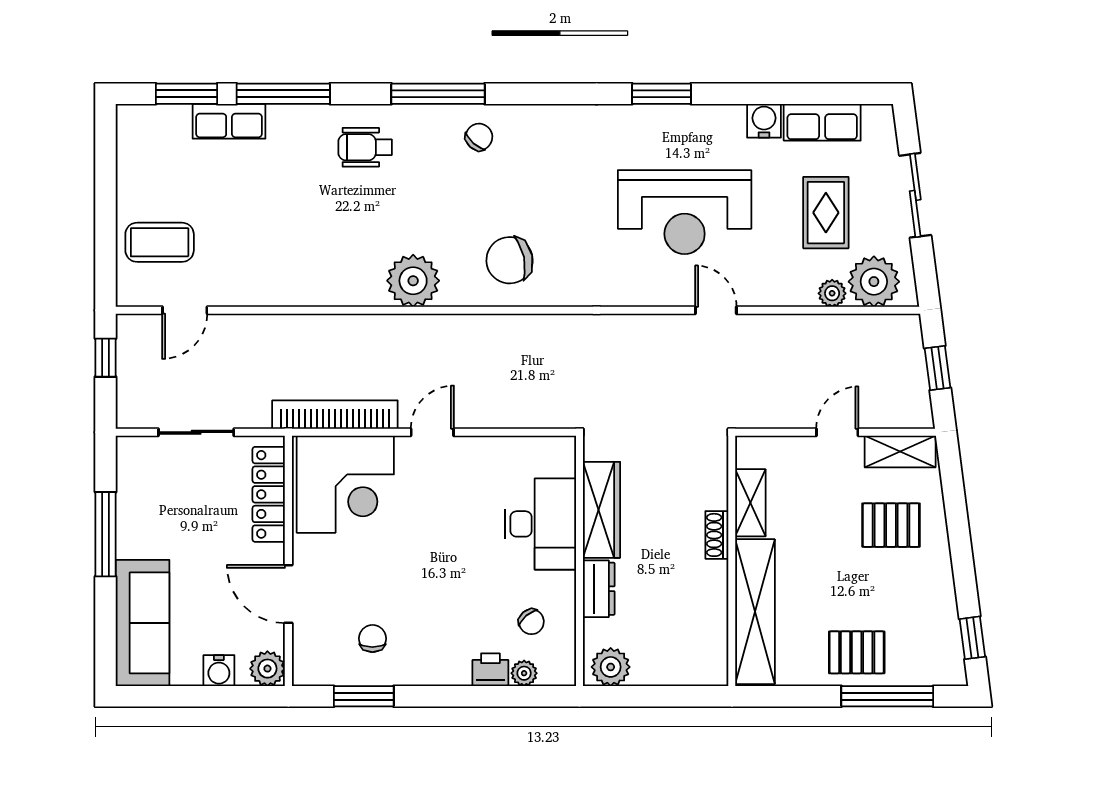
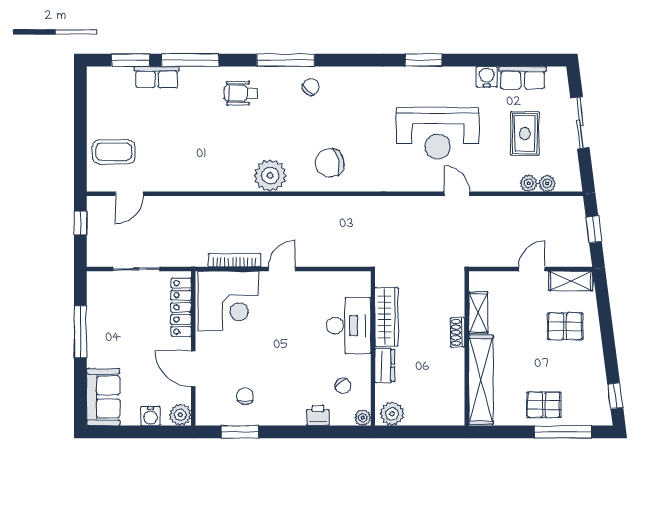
plant: (874, 282) -> (547, 183), width x0.53, depth x0.53
bookcase: (335, 415) -> (235, 260), width x0.68, depth x0.76
sofa: (143, 623) -> (103, 397), width x0.73
plant: (524, 673) -> (363, 418), moved

